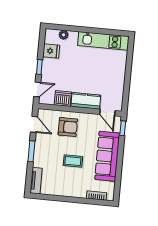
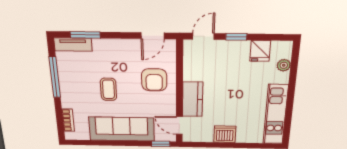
door: (37, 89) -> (203, 36), swing flipped
dishwasher: (63, 98) -> (225, 134), moved, turned -90
door: (107, 112) -> (179, 126), hinge flipped
window: (31, 151) -> (85, 35), moved
window: (60, 198) -> (55, 77), added

